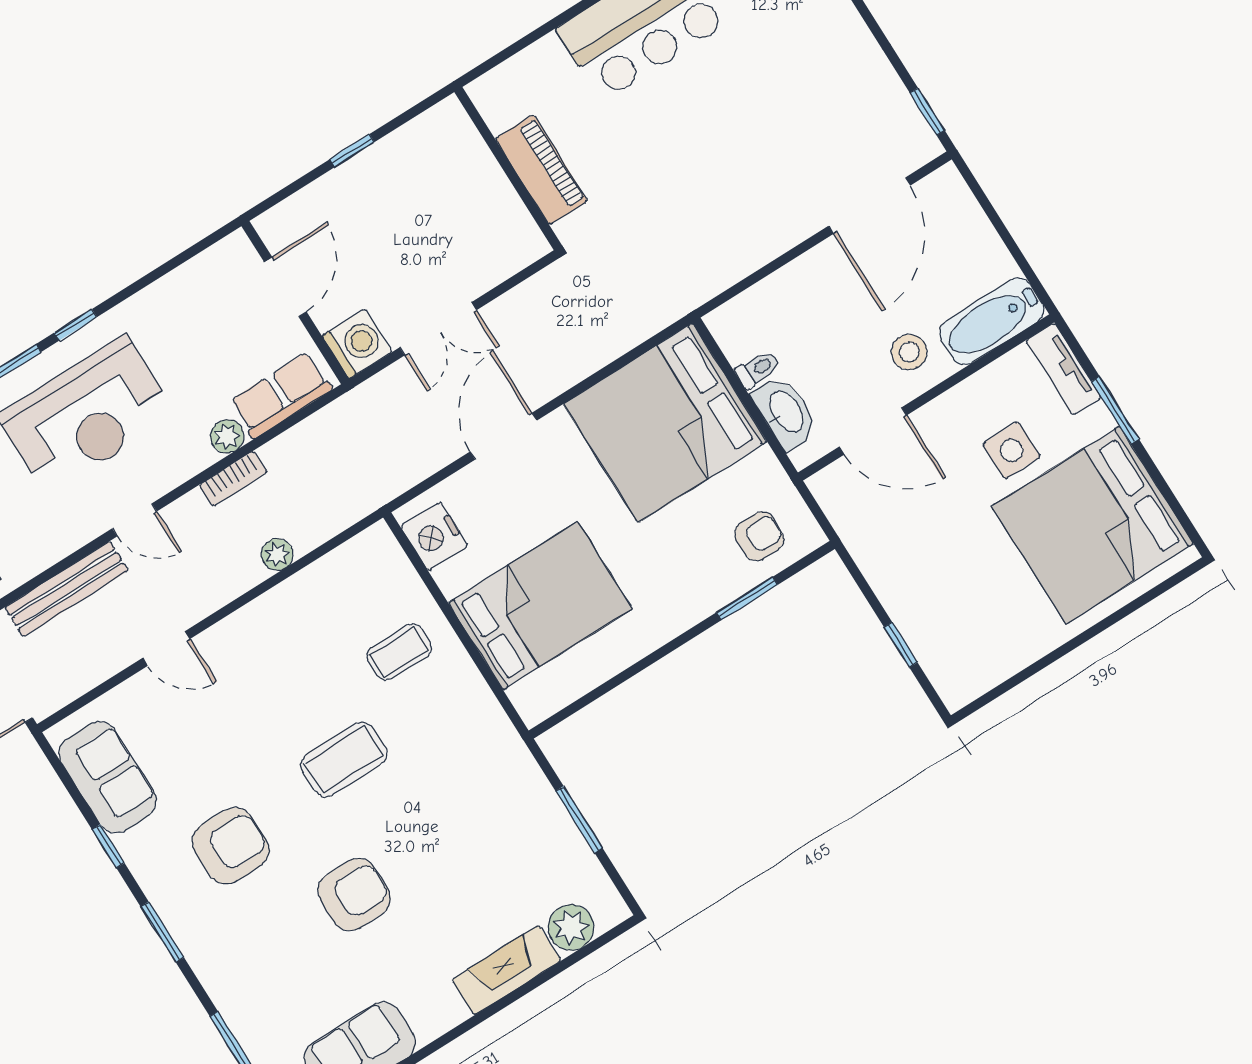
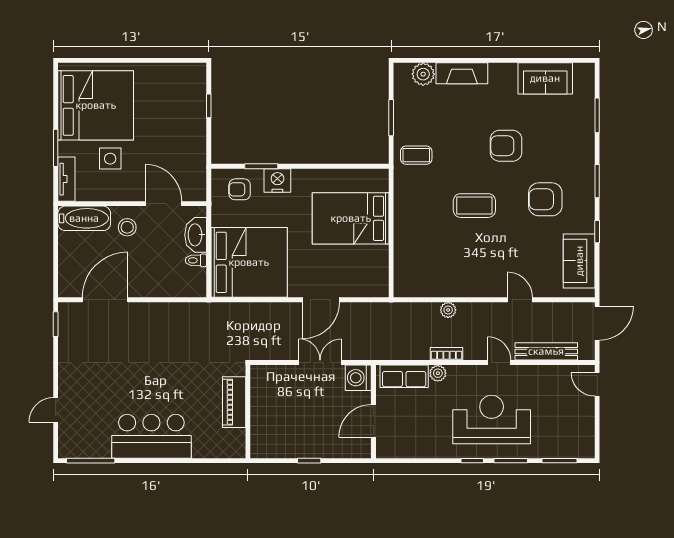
nightstand: (434, 536) -> (277, 181), moved, turned -90
coffee table: (399, 652) -> (416, 155), moved

